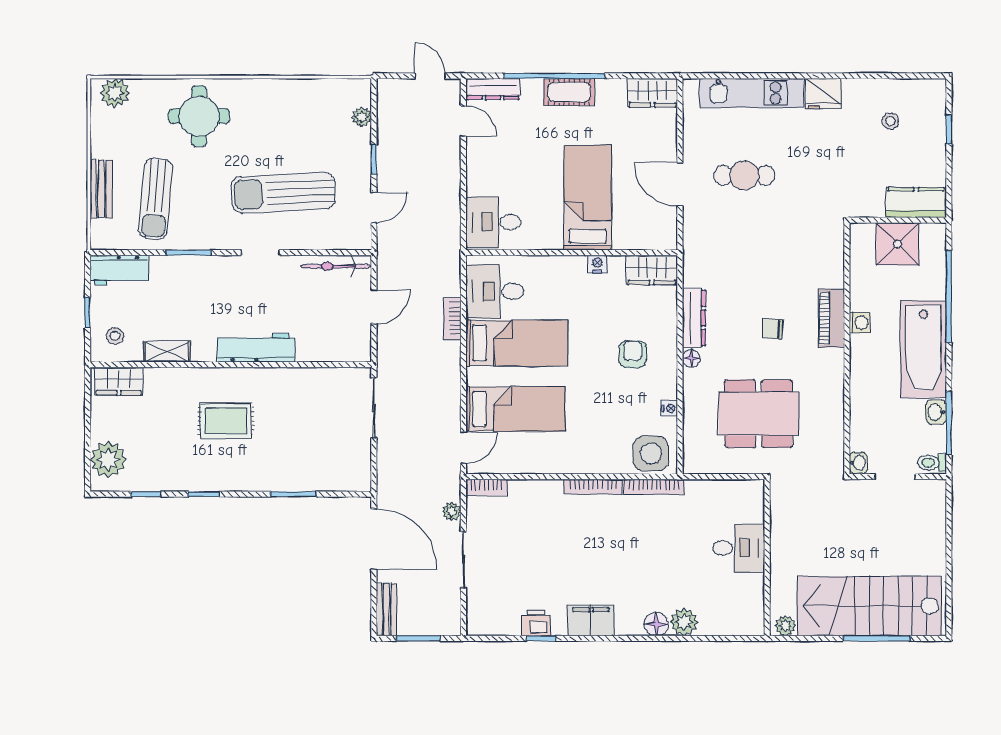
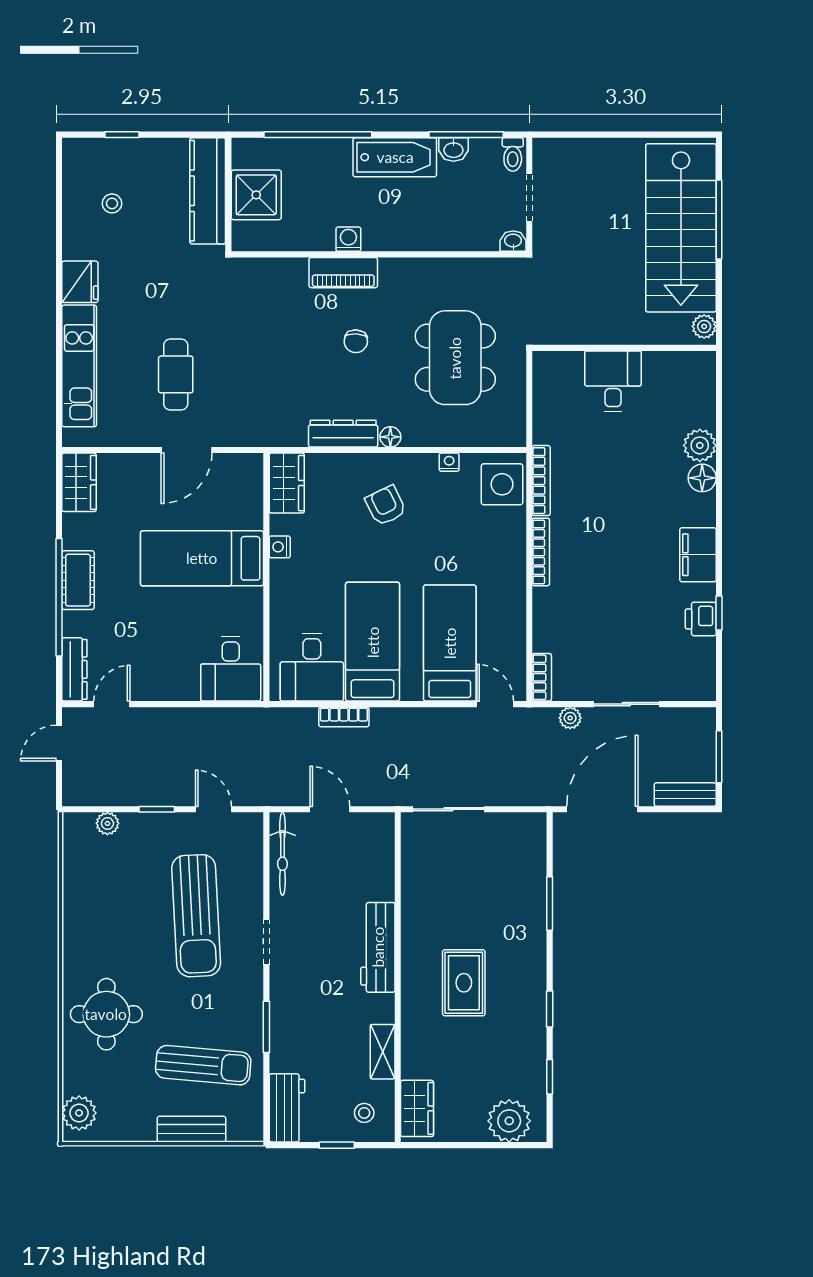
kitchen counter: (916, 203) -> (208, 191), width x1.50
bathtub: (923, 349) -> (395, 157), width x0.73, depth x0.73
armchair: (633, 354) -> (386, 506), turned 64

